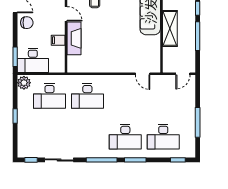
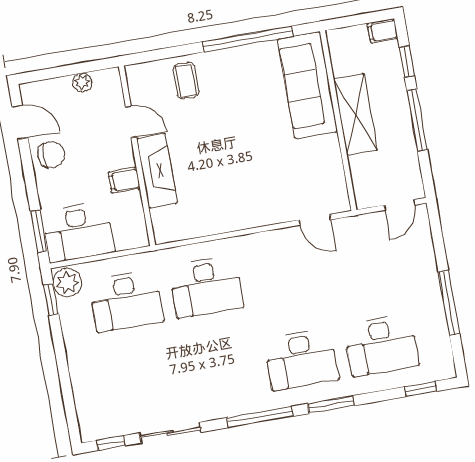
window: (15, 116) -> (51, 300), moved

